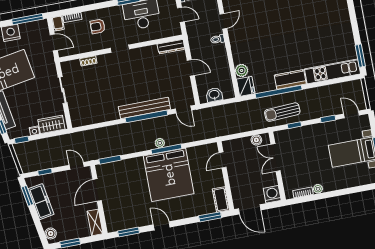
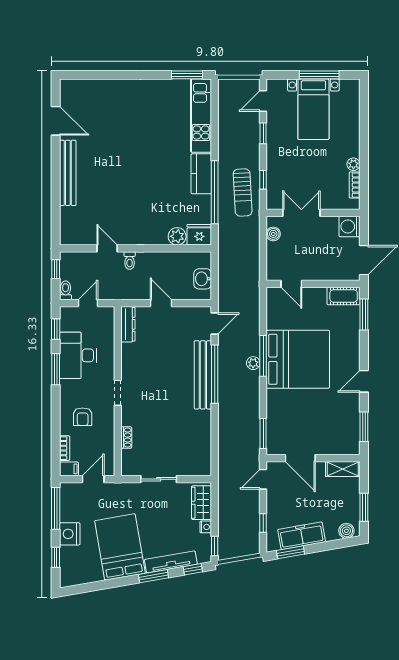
door: (191, 68) -> (161, 303), hinge flipped
double door: (276, 158) -> (301, 213), swing flipped

